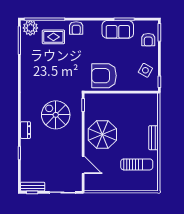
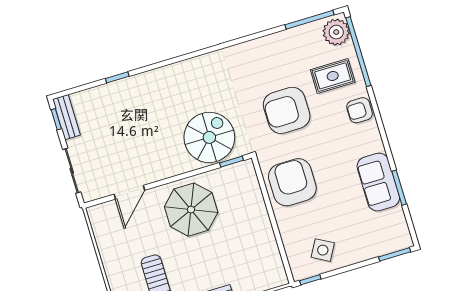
rug: (53, 37) -> (333, 76), turned 90
armchair: (148, 40) -> (287, 110), moved, width x1.88, depth x1.88
spiral stairs: (56, 115) -> (209, 137), moved
dresser: (25, 130) -> (159, 76), removed

